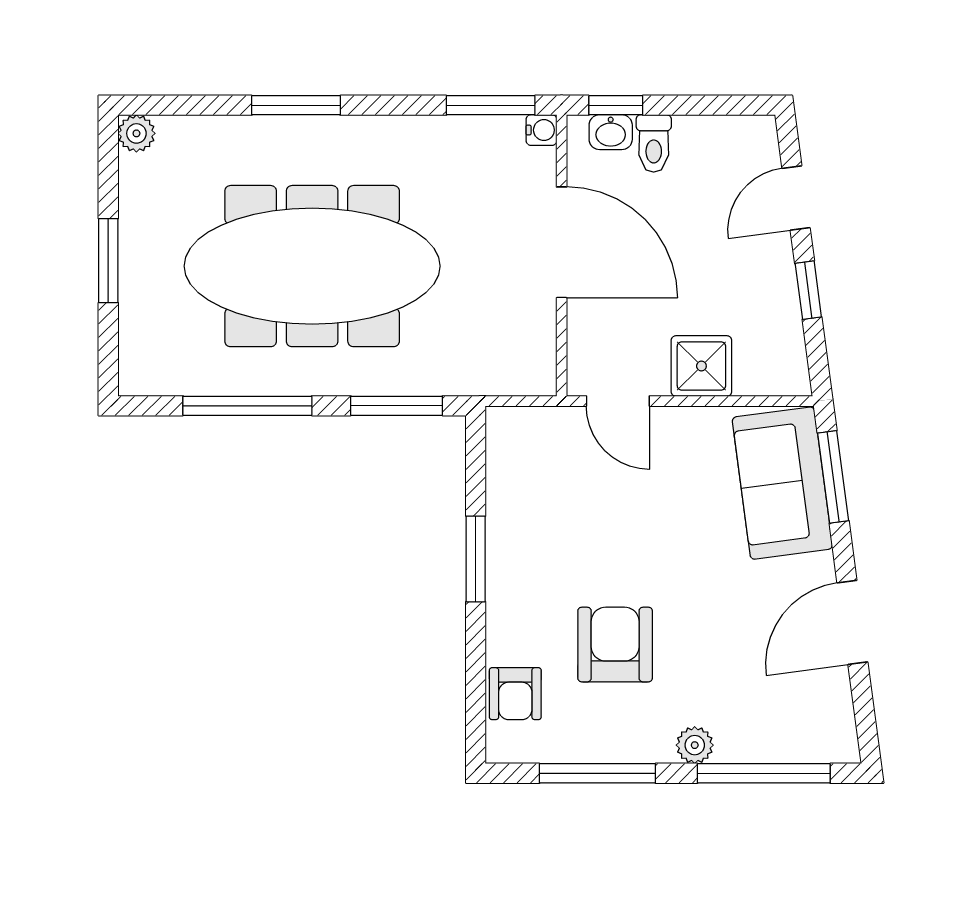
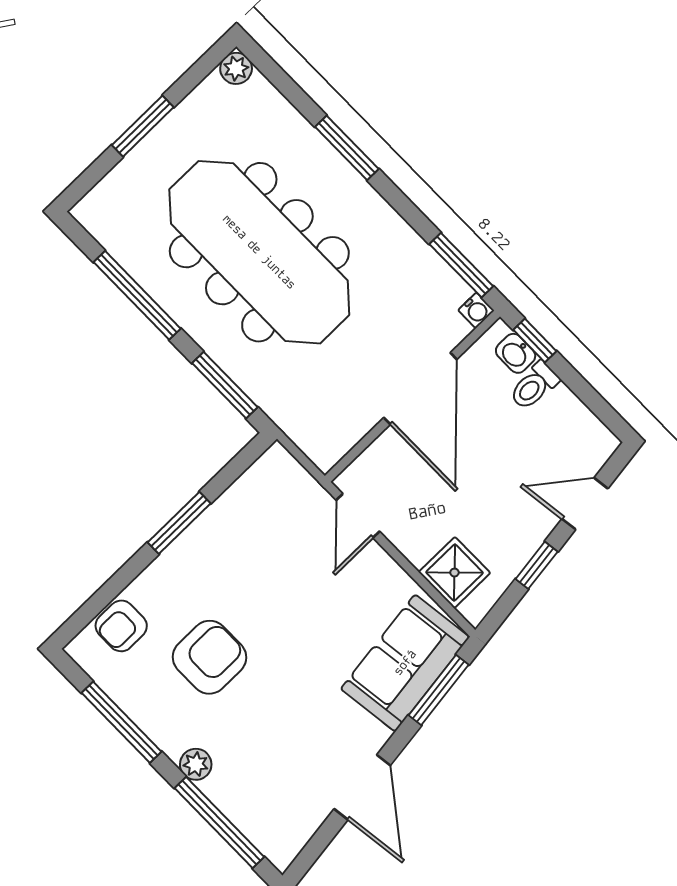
shower: (701, 366) -> (454, 573), moved
door: (852, 622) -> (362, 787), swing flipped

